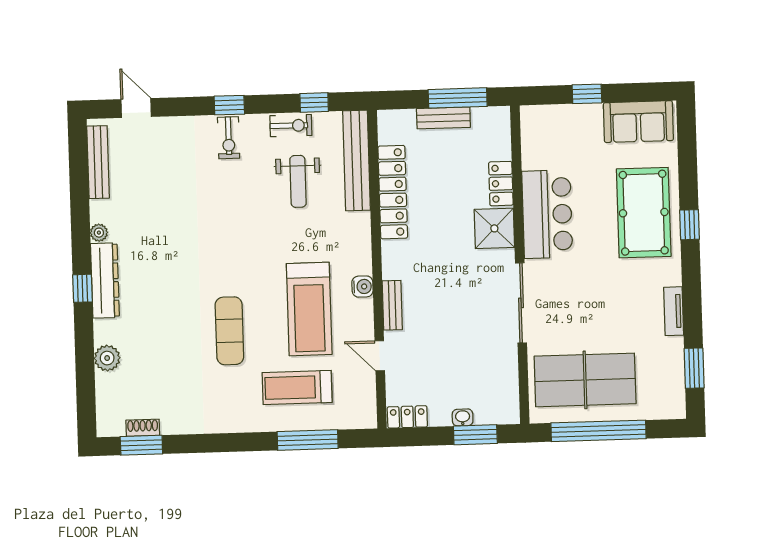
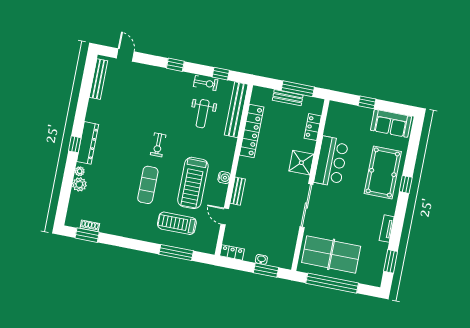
exercise bike: (229, 138) -> (158, 145), moved
locker: (501, 184) -> (313, 127), moved
plant: (99, 233) -> (80, 171), moved

